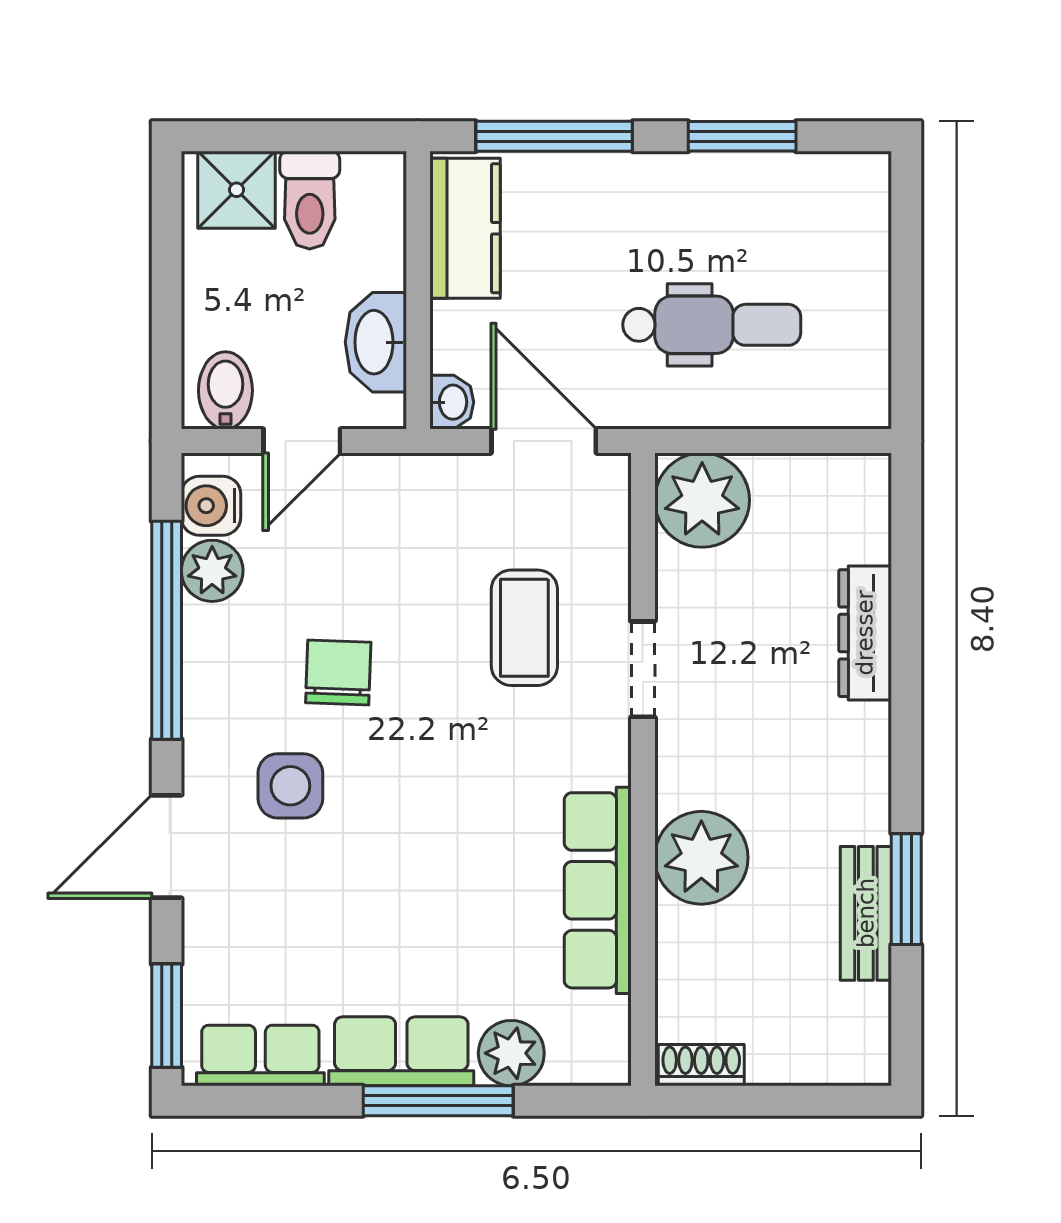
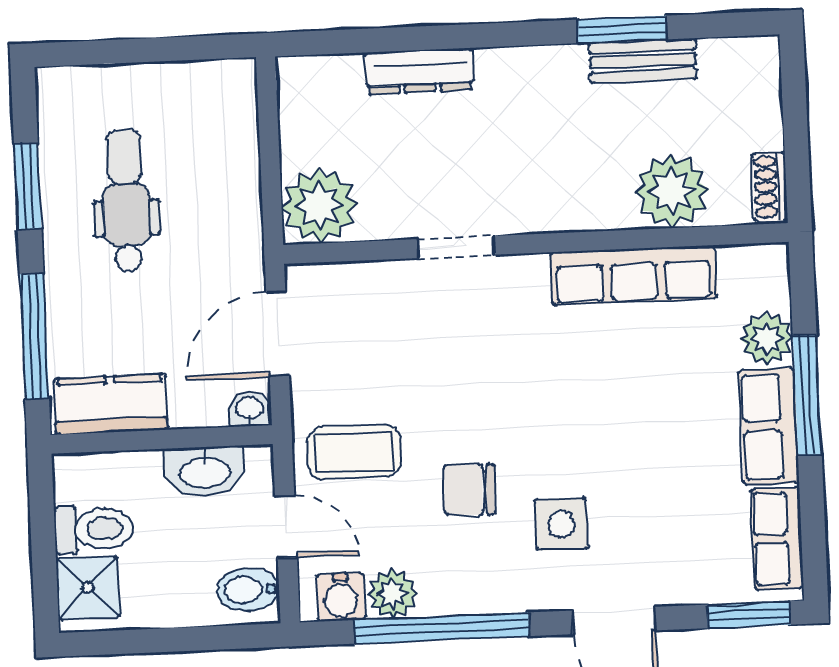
dental chair: (712, 325) -> (126, 200), moved
coffee table: (524, 628) -> (354, 452), moved
plant: (701, 858) -> (672, 191), moved

